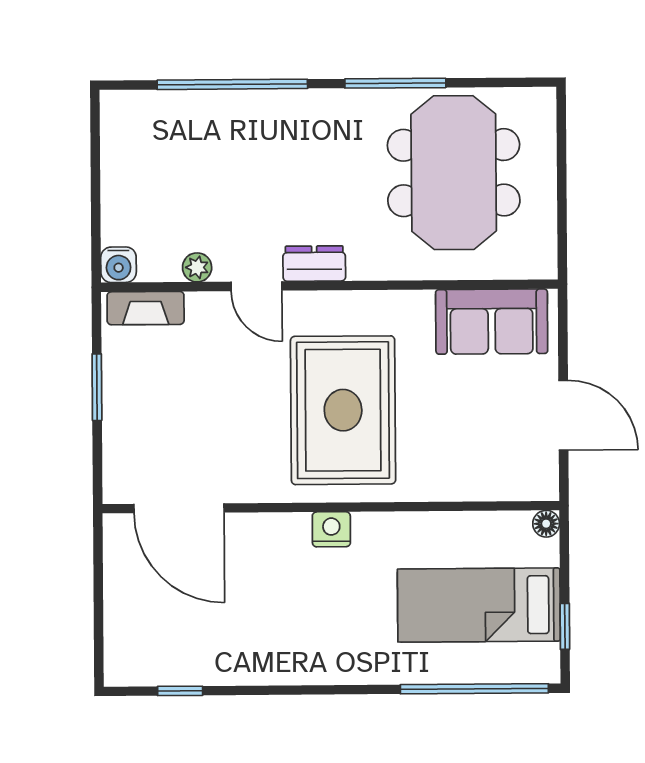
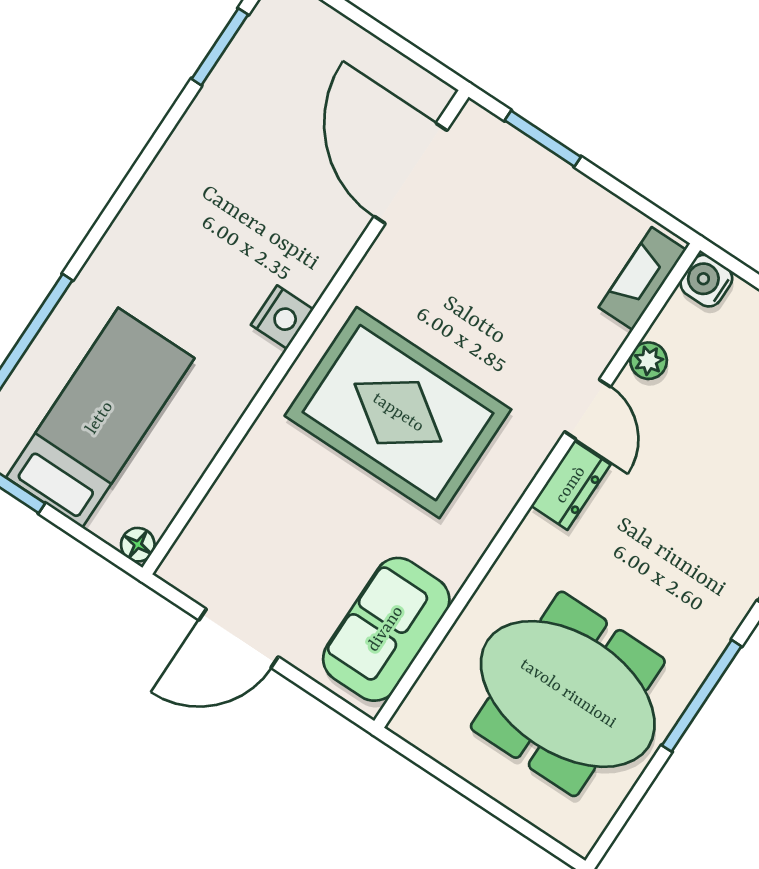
door: (256, 286) -> (587, 409), swing flipped
window: (97, 387) -> (543, 139), moved
door: (179, 508) -> (411, 173), hinge flipped
window: (180, 691) -> (220, 47), width x1.50

